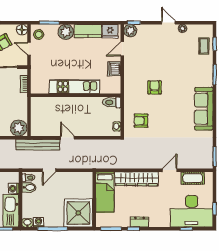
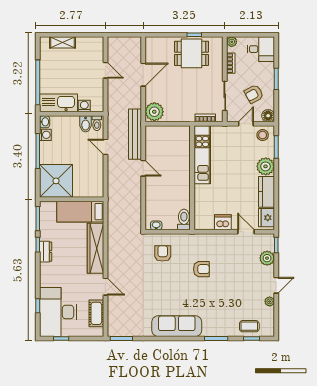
plant: (130, 31) -> (267, 258), moved
kitchen unit: (74, 87) -> (202, 155), moved
door: (67, 138) -> (143, 168), hinge flipped

